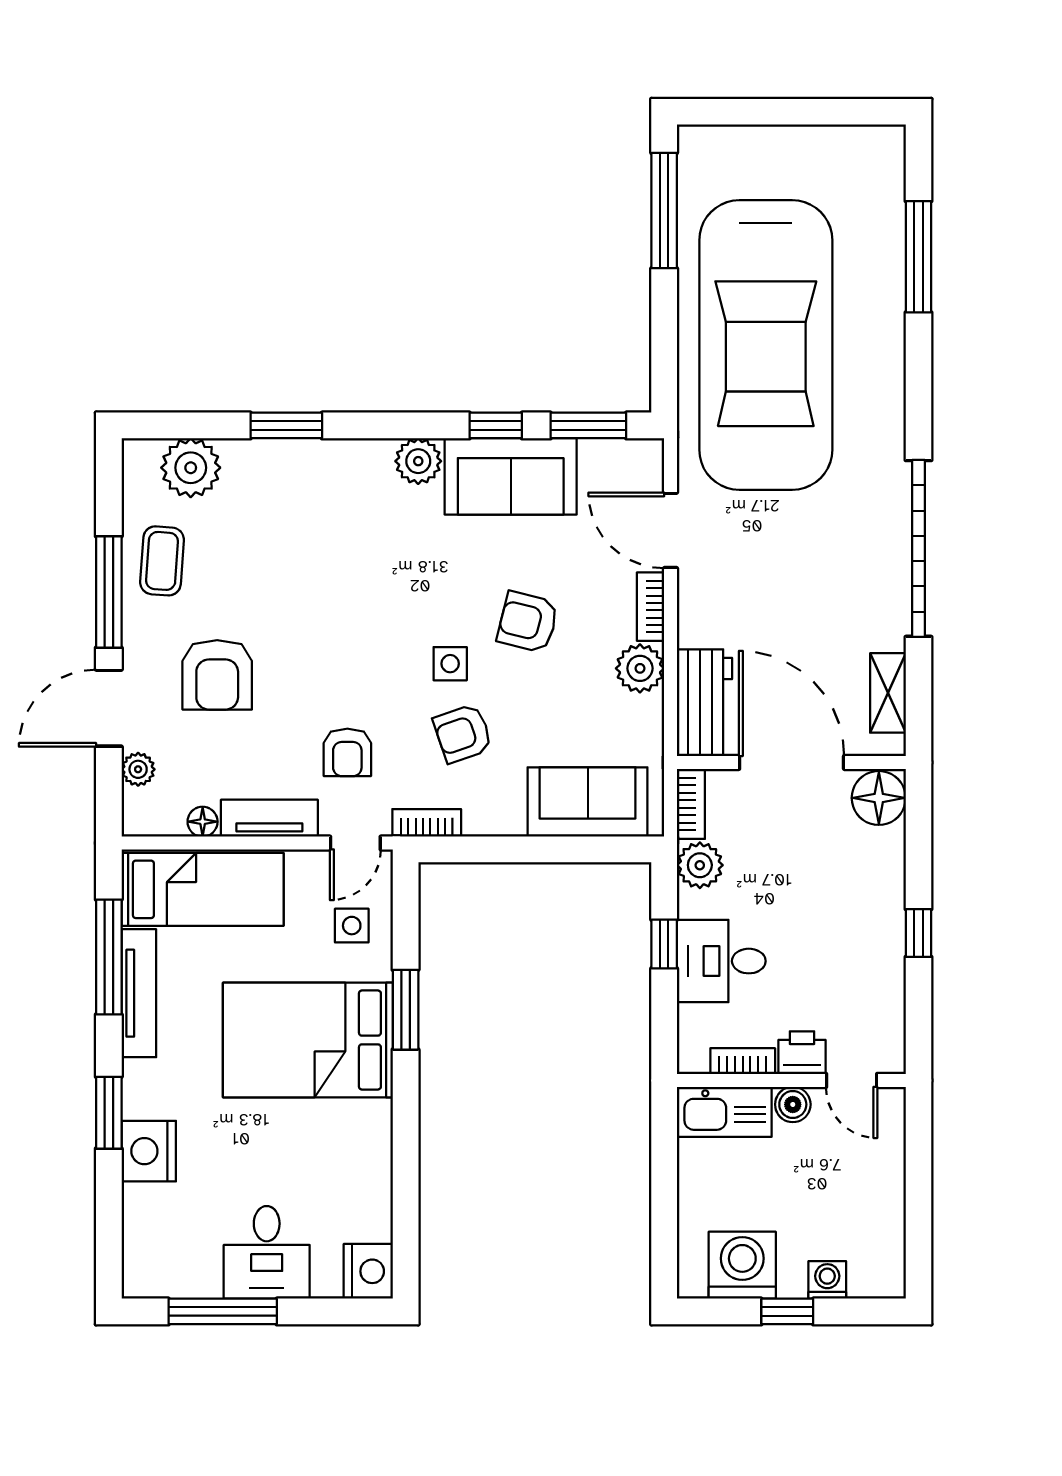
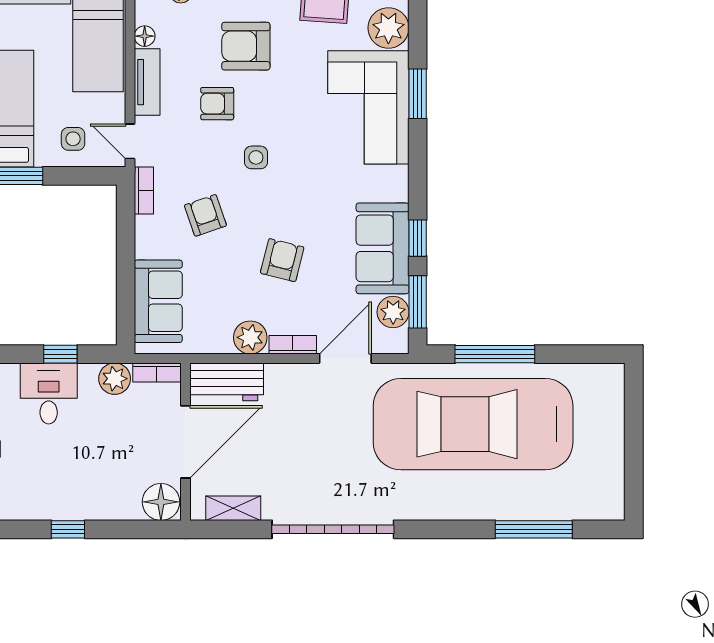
window: (664, 211) -> (495, 354), moved
plant: (418, 461) -> (393, 312), moved
corner sofa: (306, 497) -> (368, 107), added
side table: (450, 664) -> (256, 157), moved
armchair: (347, 752) -> (217, 104), moved

